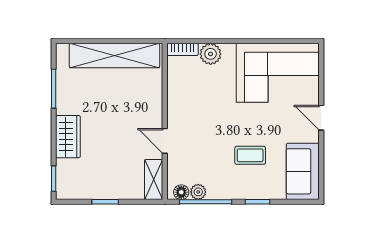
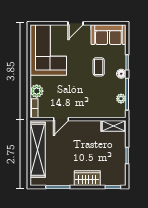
door: (165, 141) -> (61, 119), moved
floor lamp: (181, 192) -> (121, 74), moved

